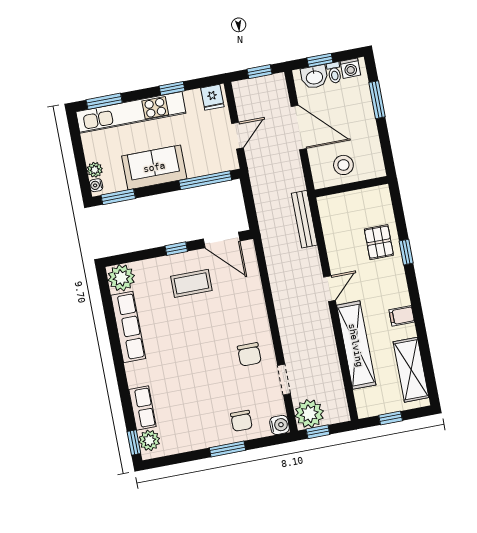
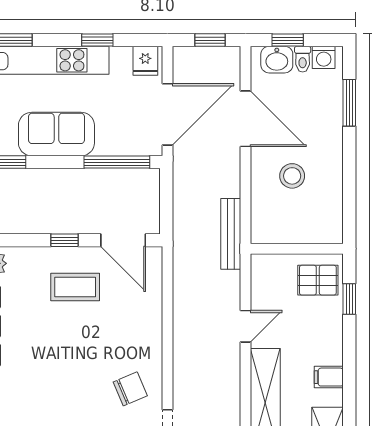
door: (238, 136) -> (167, 114), width x1.87
wall: (351, 187) -> (297, 249), moved
pallet: (379, 242) -> (318, 280), turned 90
chair: (249, 354) -> (130, 389), turned -113

